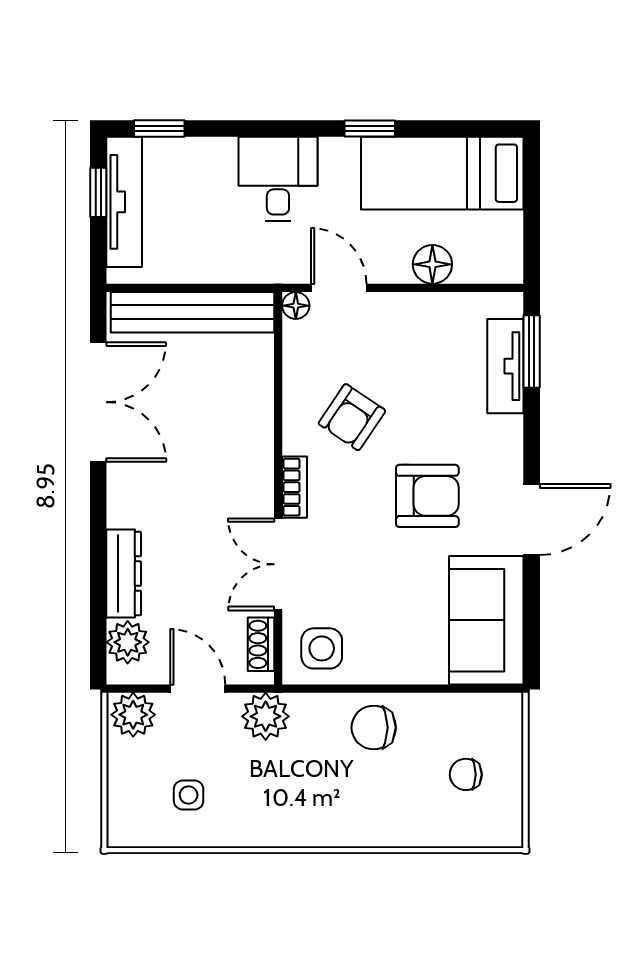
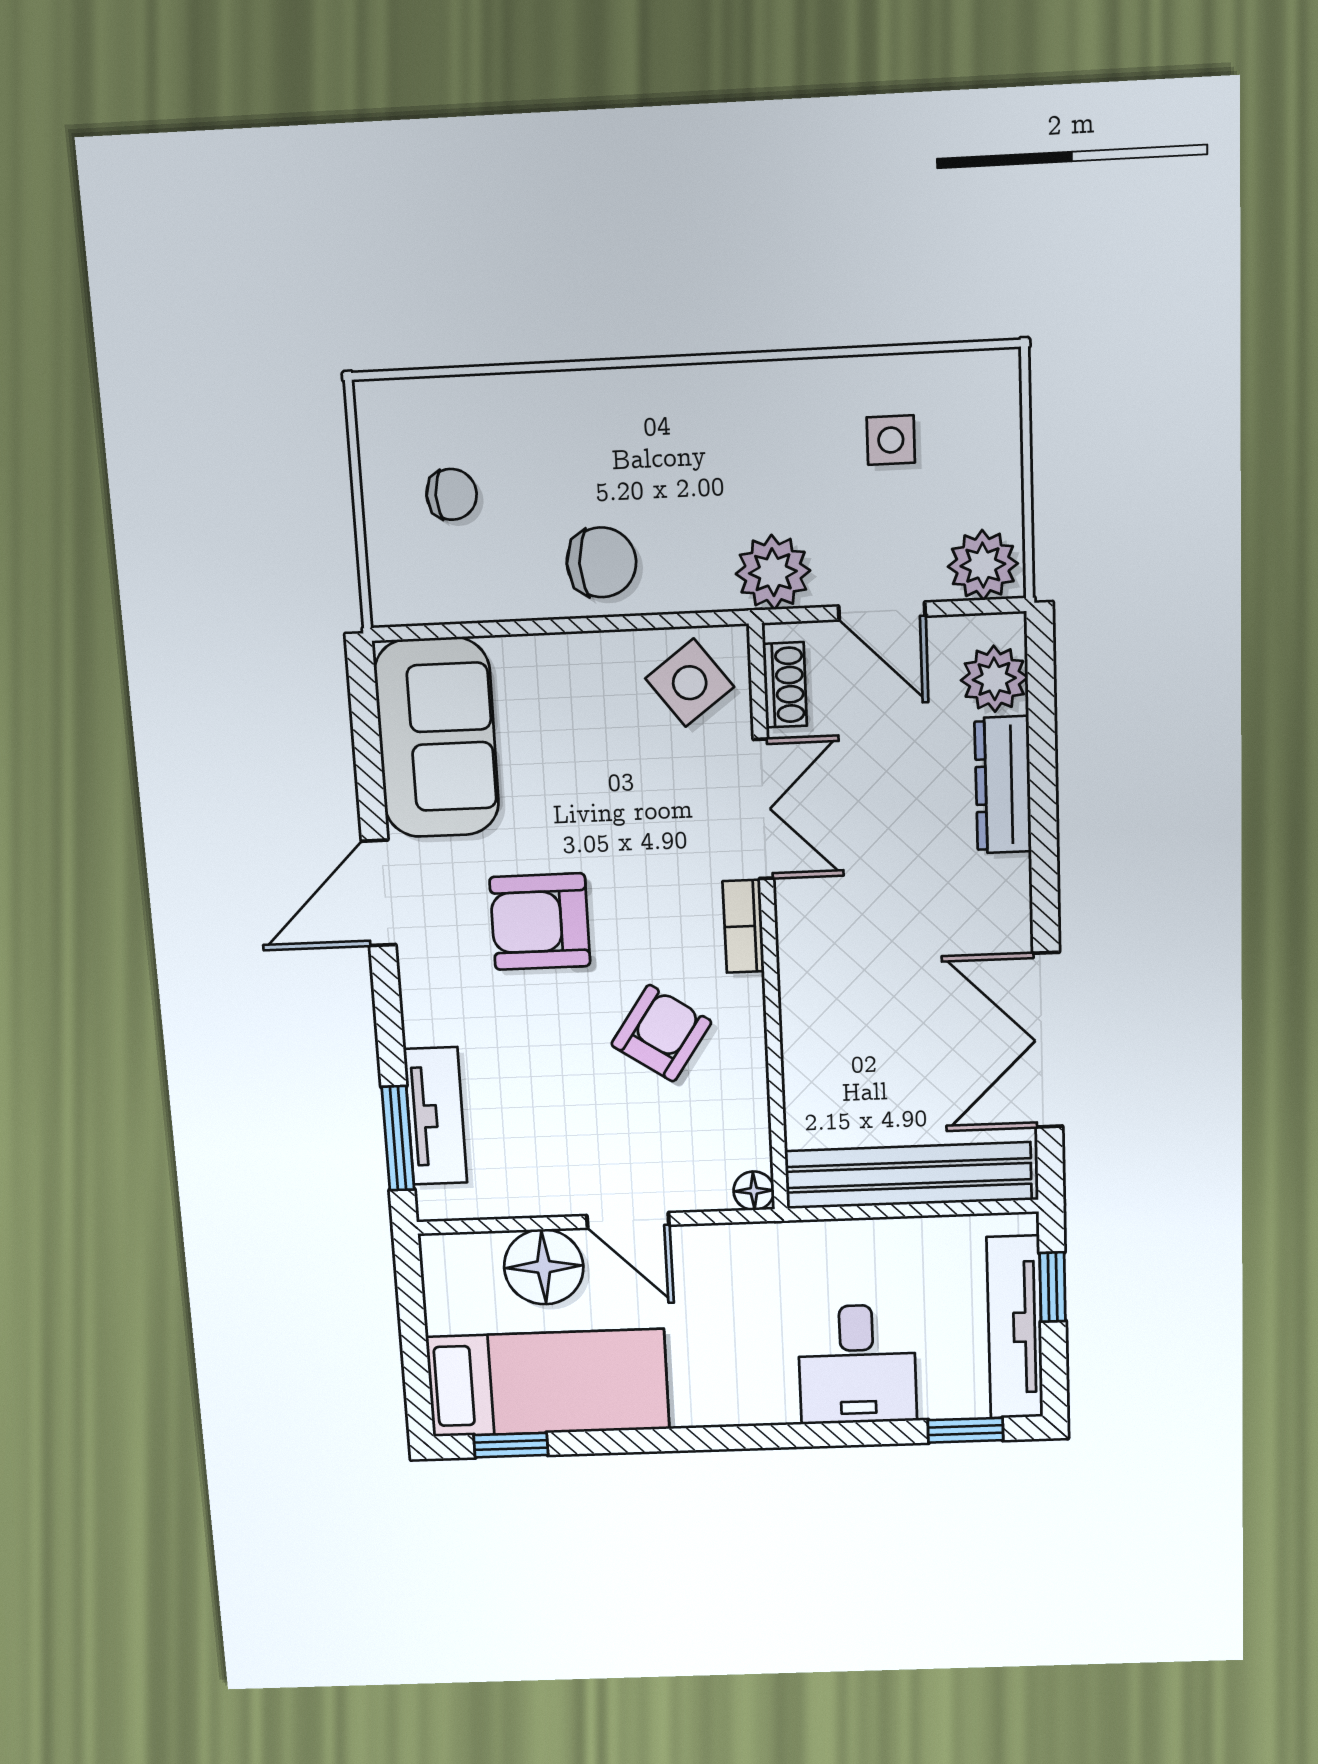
window: (370, 128) -> (511, 1445), moved
desk: (278, 179) -> (857, 1364), moved
window: (98, 192) -> (1053, 1287), moved
floor lamp: (432, 264) -> (544, 1267), width x1.38, depth x1.38
door: (339, 288) -> (628, 1220), moved
side table: (322, 648) -> (690, 683), turned -37

